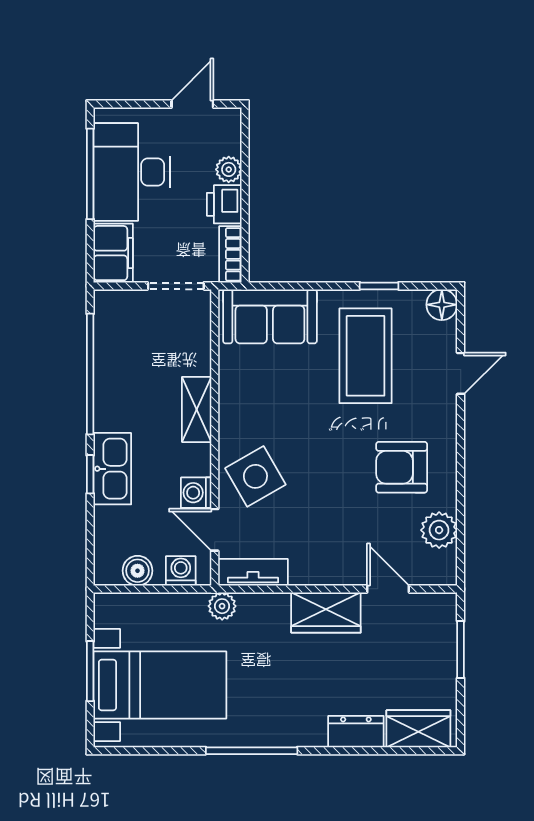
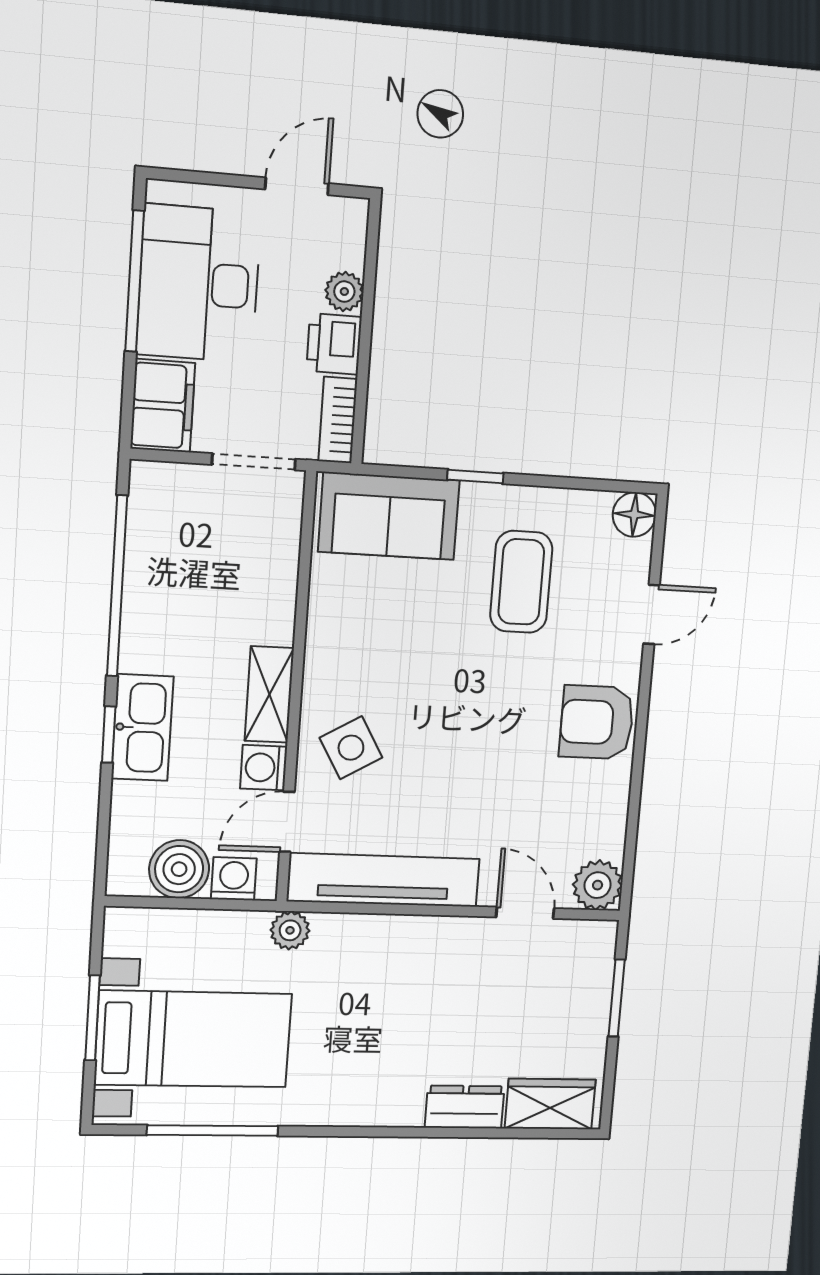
window: (379, 286) -> (475, 477), moved
coffee table: (366, 356) -> (521, 582), width x0.73, depth x0.76
shelving: (197, 409) -> (269, 694), moved
armchair: (402, 467) -> (597, 722), moved
side table: (255, 476) -> (351, 748), width x0.73, depth x0.73
door: (215, 530) -> (287, 822), hinge flipped
plant: (439, 530) -> (598, 885), moved
boiler: (138, 571) -> (179, 869), width x1.36, depth x1.36
tv unit: (253, 572) -> (384, 880), width x1.92, depth x1.29
wardrobe: (326, 613) -> (436, 943), removed
window: (252, 751) -> (213, 1131), moved

